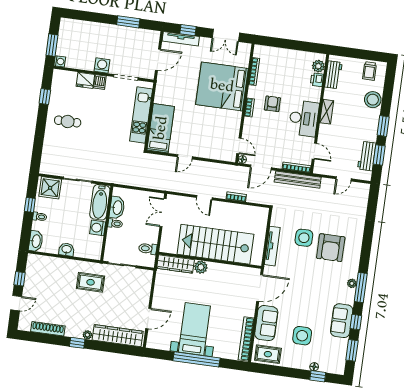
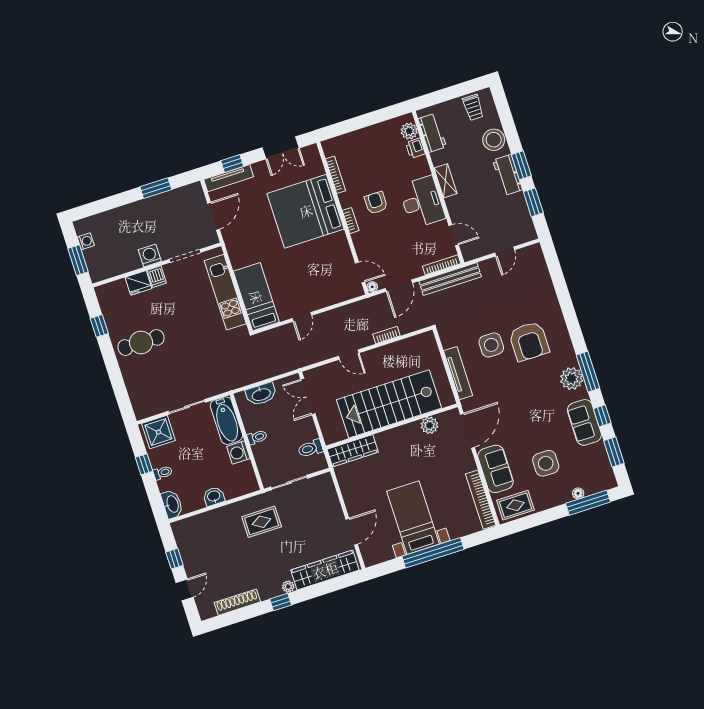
washing machine: (60, 61) -> (86, 241), moved
cafe table: (68, 121) -> (141, 342), width x1.37, depth x1.35
workbench: (367, 156) -> (508, 175), moved
washbasin: (117, 208) -> (261, 394), moved, turned 90
plant: (201, 267) -> (429, 425), moved
plant: (352, 283) -> (572, 379), width x1.88, depth x1.88
window: (318, 376) -> (588, 503), width x2.17

